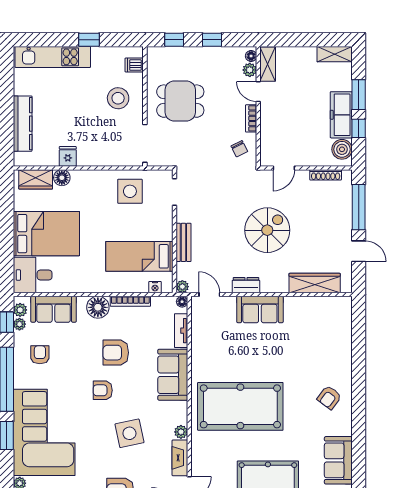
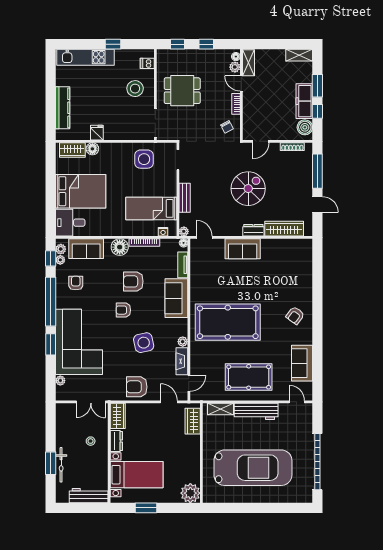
dresser: (246, 285) -> (253, 230), moved

